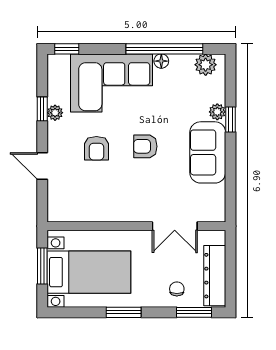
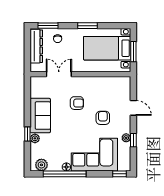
armchair: (145, 146) -> (77, 103), moved

